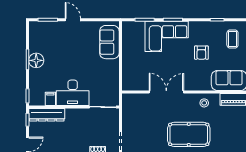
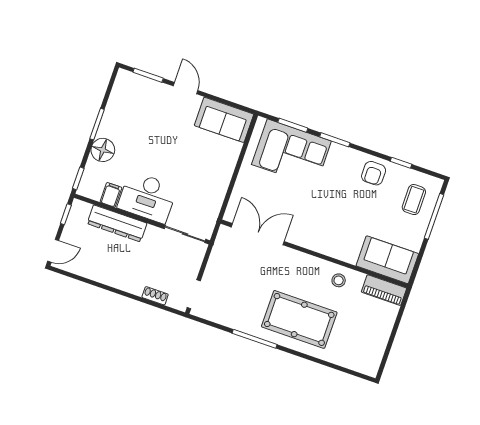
corner sofa: (167, 36) -> (291, 153), moved
sofa: (109, 42) -> (224, 120), moved, turned -90
armchair: (201, 53) -> (374, 173), moved
floor lamp: (36, 60) -> (103, 150), moved
double door: (166, 92) -> (258, 234), moved
dresser: (47, 115) -> (117, 223), moved

